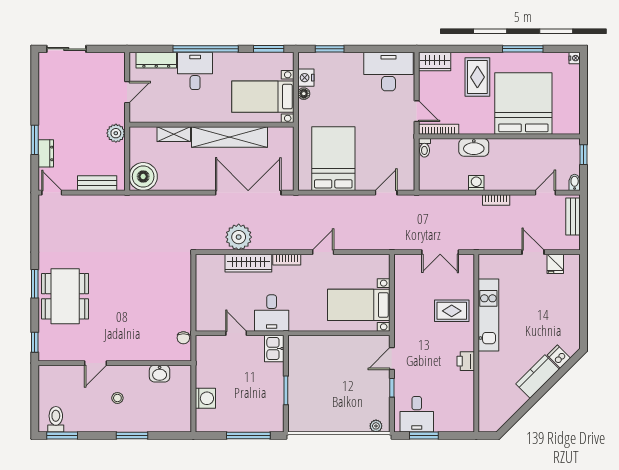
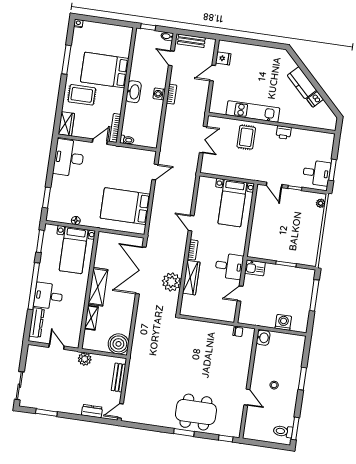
nightstand: (306, 78) -> (65, 217), removed
bed: (523, 103) -> (105, 70), width x0.73
shelving: (229, 137) -> (98, 287), width x0.68
window: (35, 140) -> (46, 413), moved
washbasin: (474, 147) -> (134, 92), moved
washing machine: (476, 183) -> (159, 94), moved
door: (386, 193) -> (155, 172), swing flipped
dishwasher: (559, 357) -> (315, 99), moved
washbasin: (160, 374) -> (263, 338), moved

